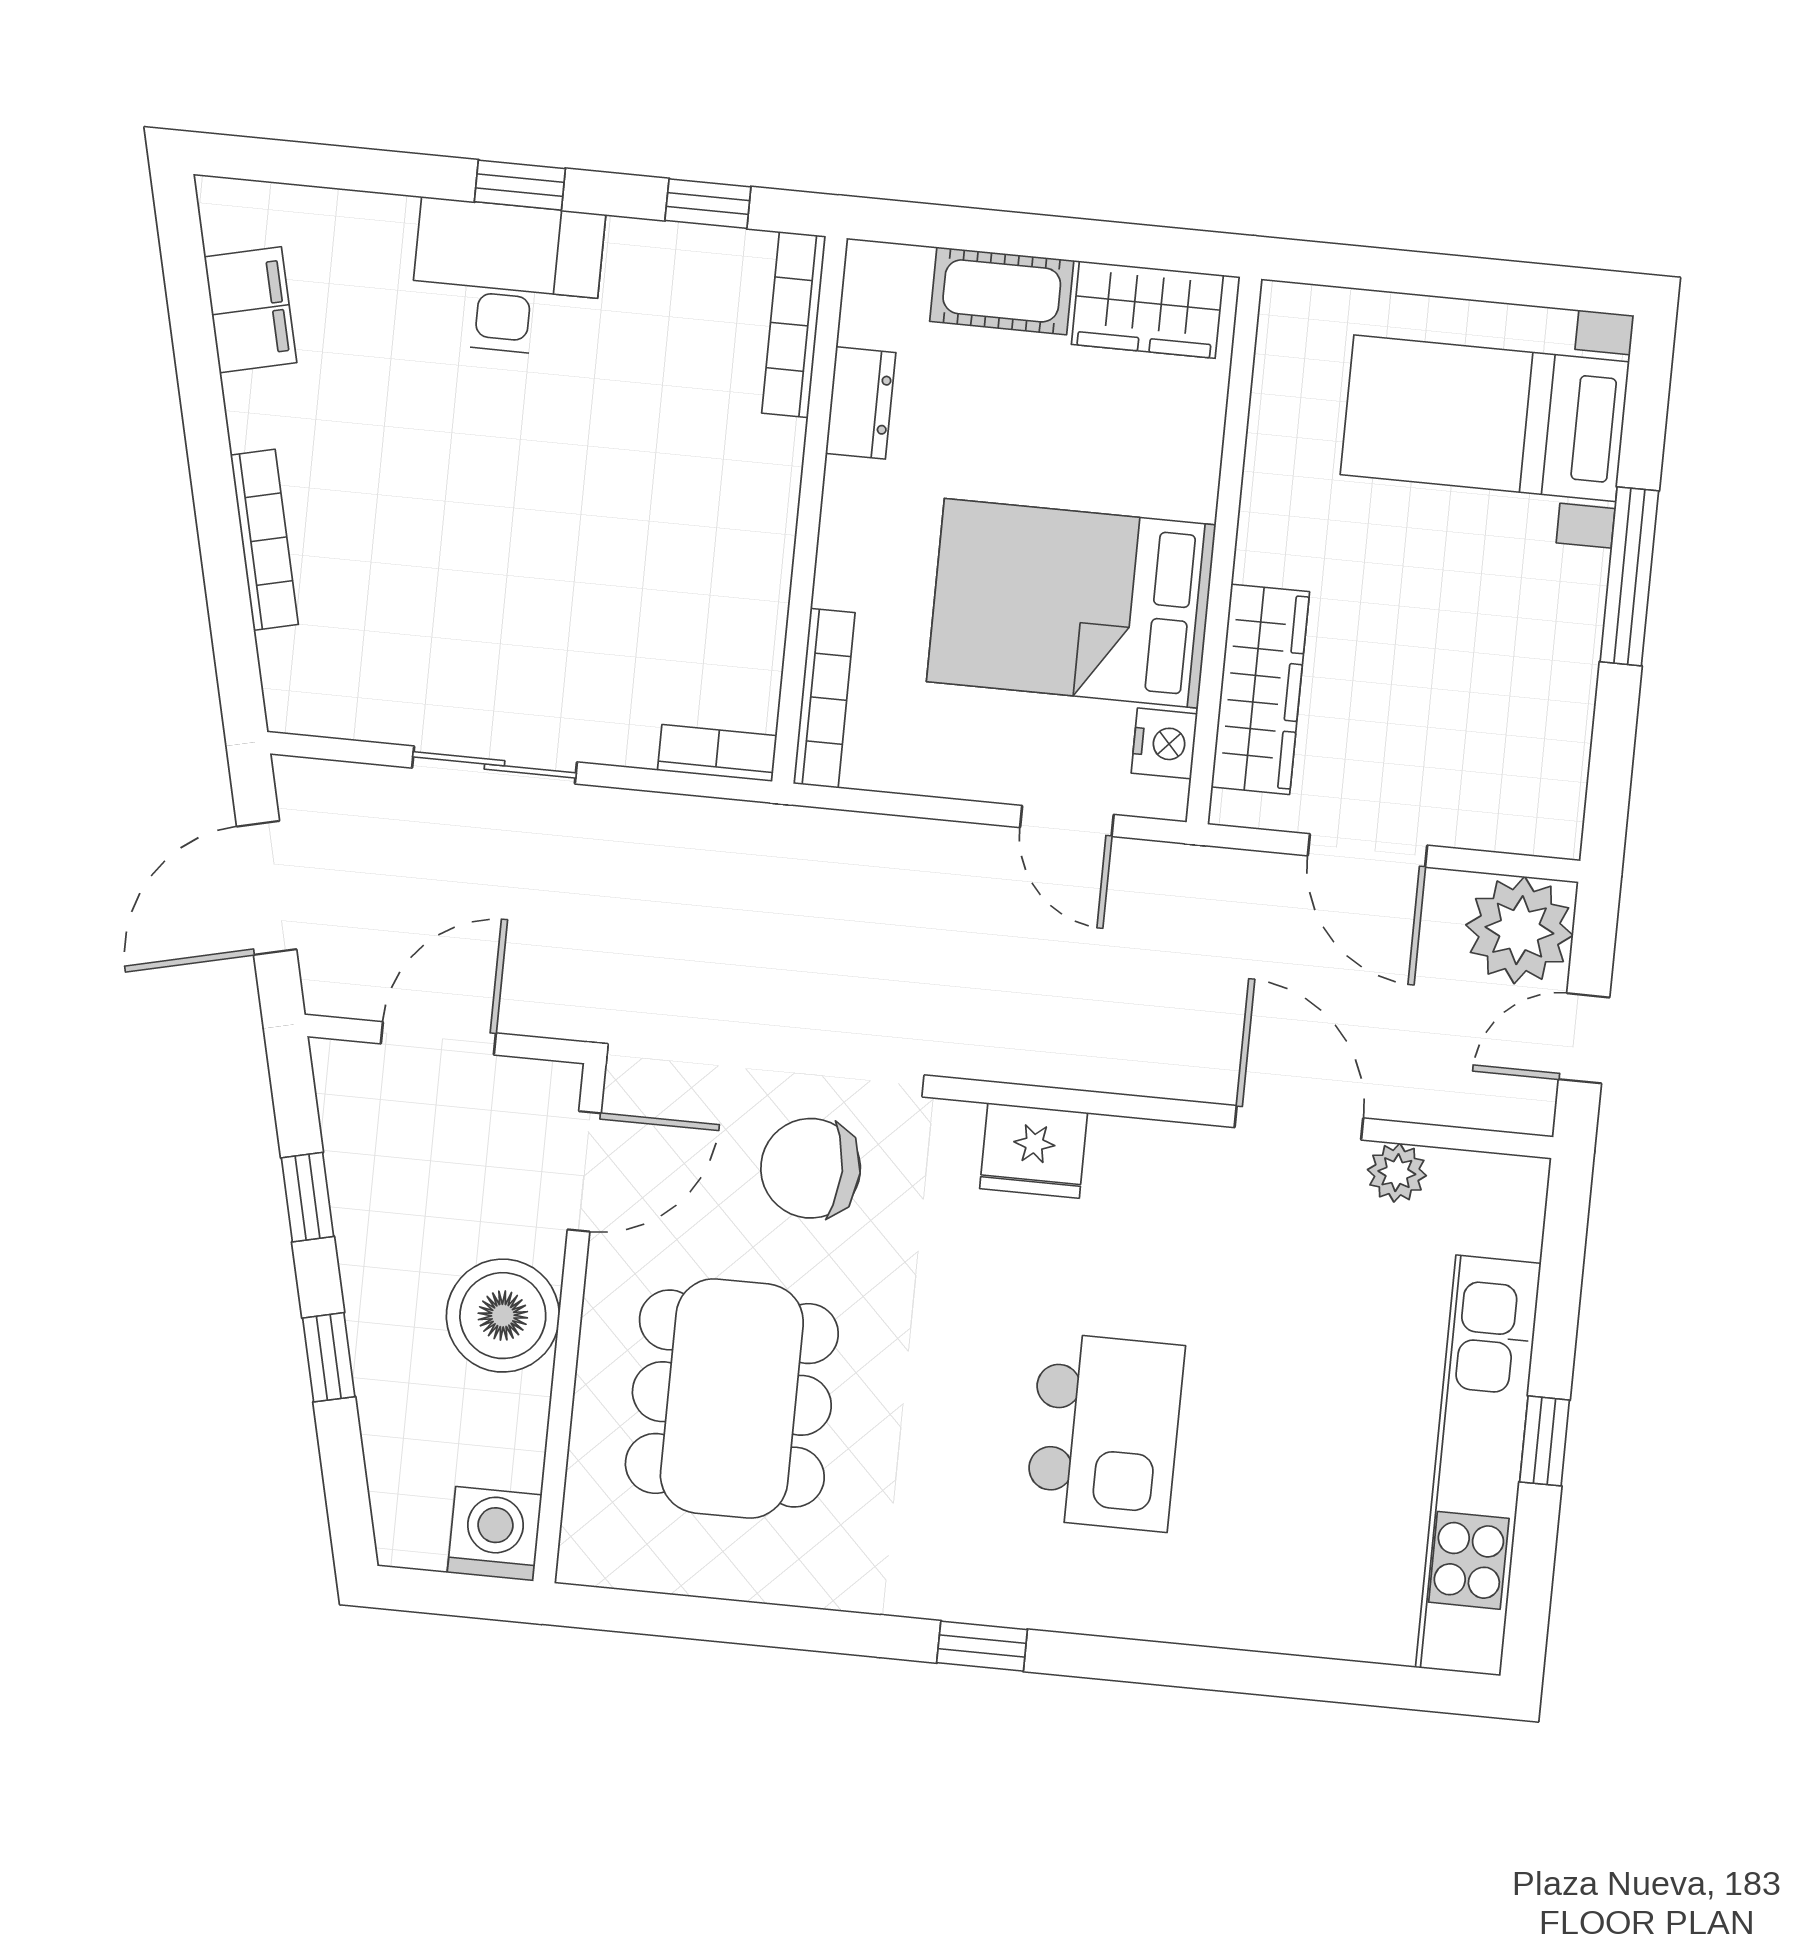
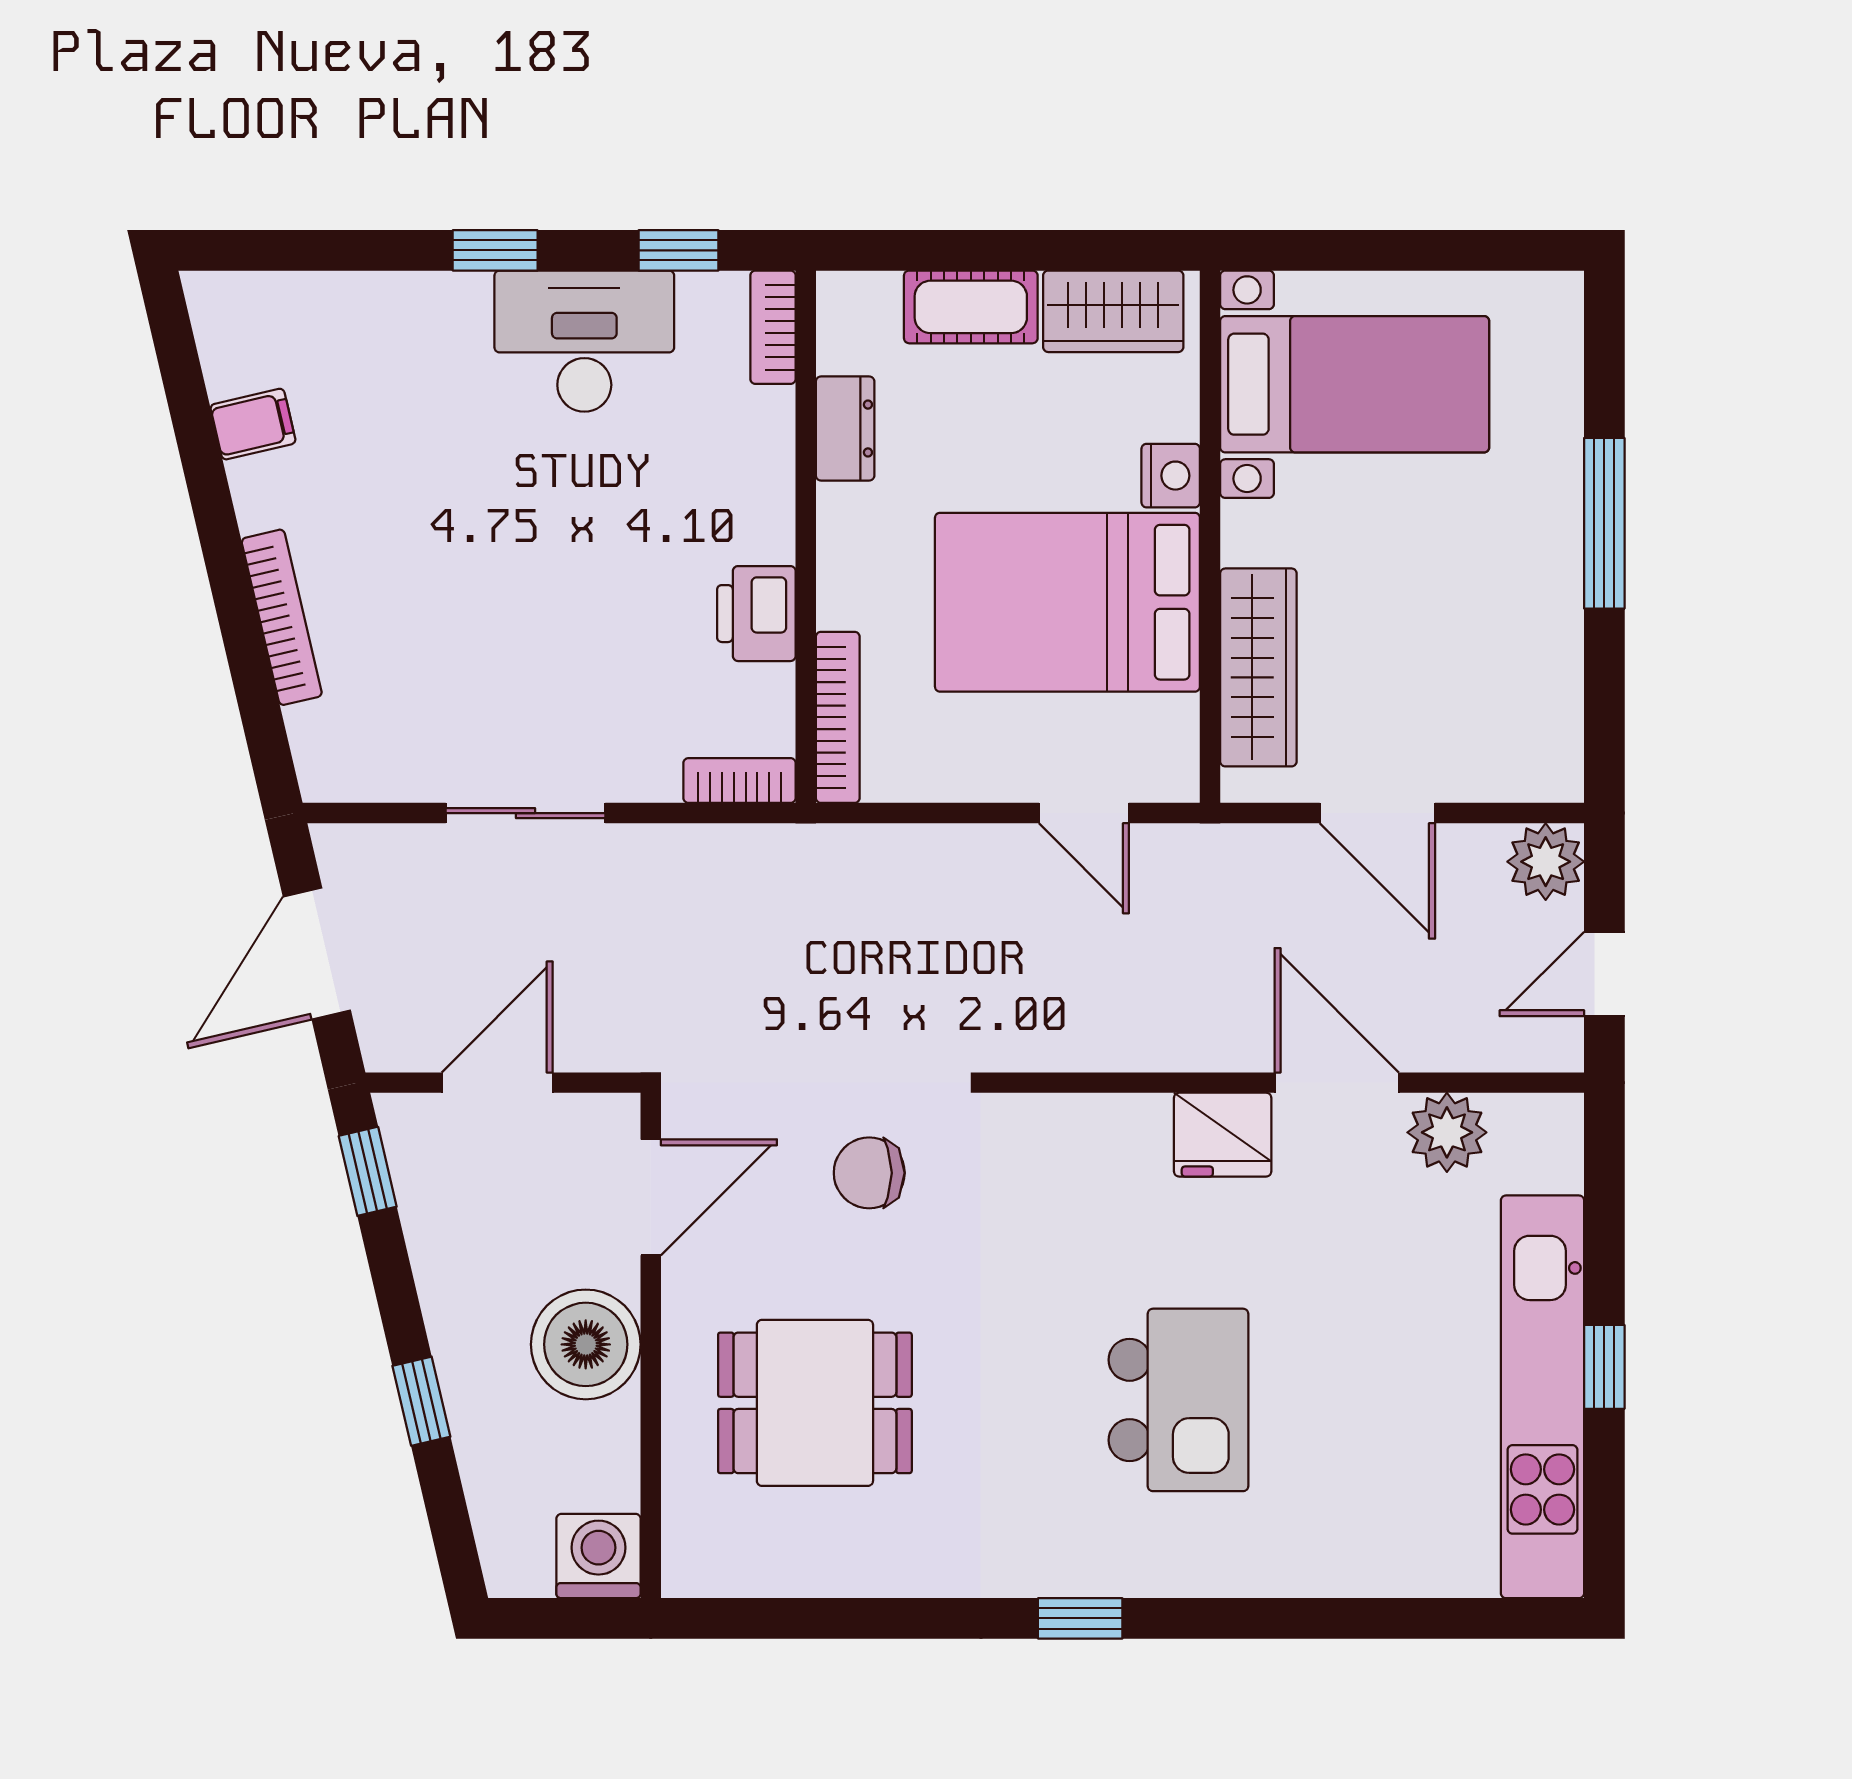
desk: (507, 278) -> (584, 341), moved
filing cabinet: (250, 310) -> (253, 424), width x0.50
bookcase: (794, 325) -> (773, 327), width x0.64
bed with nightstands: (1485, 418) -> (1355, 384), moved, turned 180
printer: (751, 584) -> (756, 614), added
nightstand: (1164, 743) -> (1171, 476), moved
plant: (1519, 930) -> (1546, 862), width x0.73, depth x0.73
fridge: (1034, 1151) -> (1223, 1135), moved
chair: (811, 1168) -> (869, 1173), width x0.73, depth x0.73
plant: (1397, 1173) -> (1447, 1132), width x1.38, depth x1.38
window: (308, 1197) -> (368, 1171), moved
dining table: (732, 1399) -> (815, 1403), width x0.73

